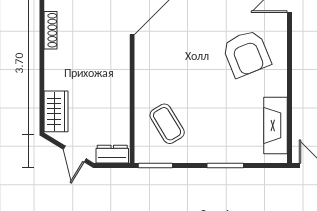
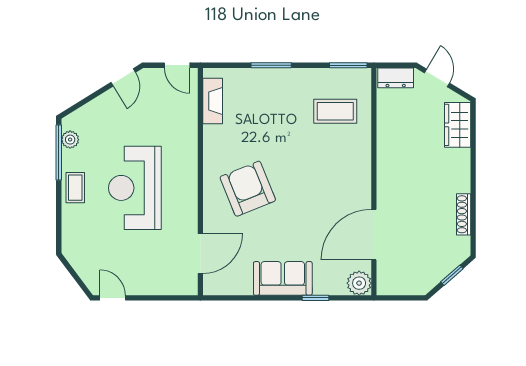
coffee table: (167, 124) -> (335, 111), turned -59
fireplace: (275, 125) -> (213, 101), width x0.73, depth x0.76

